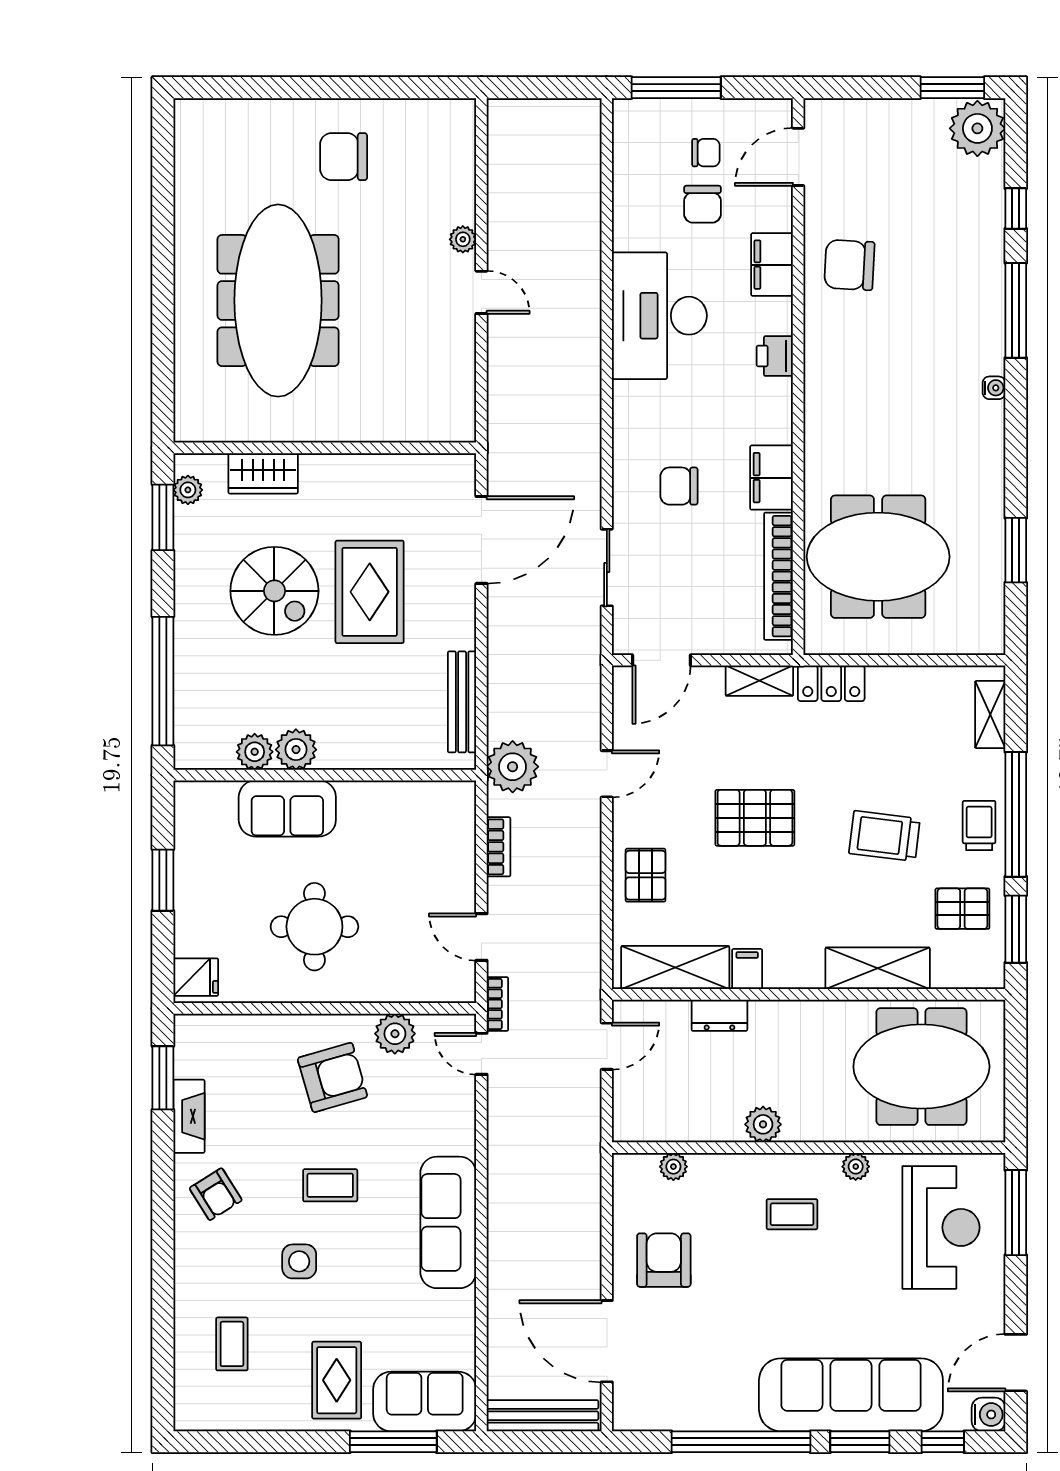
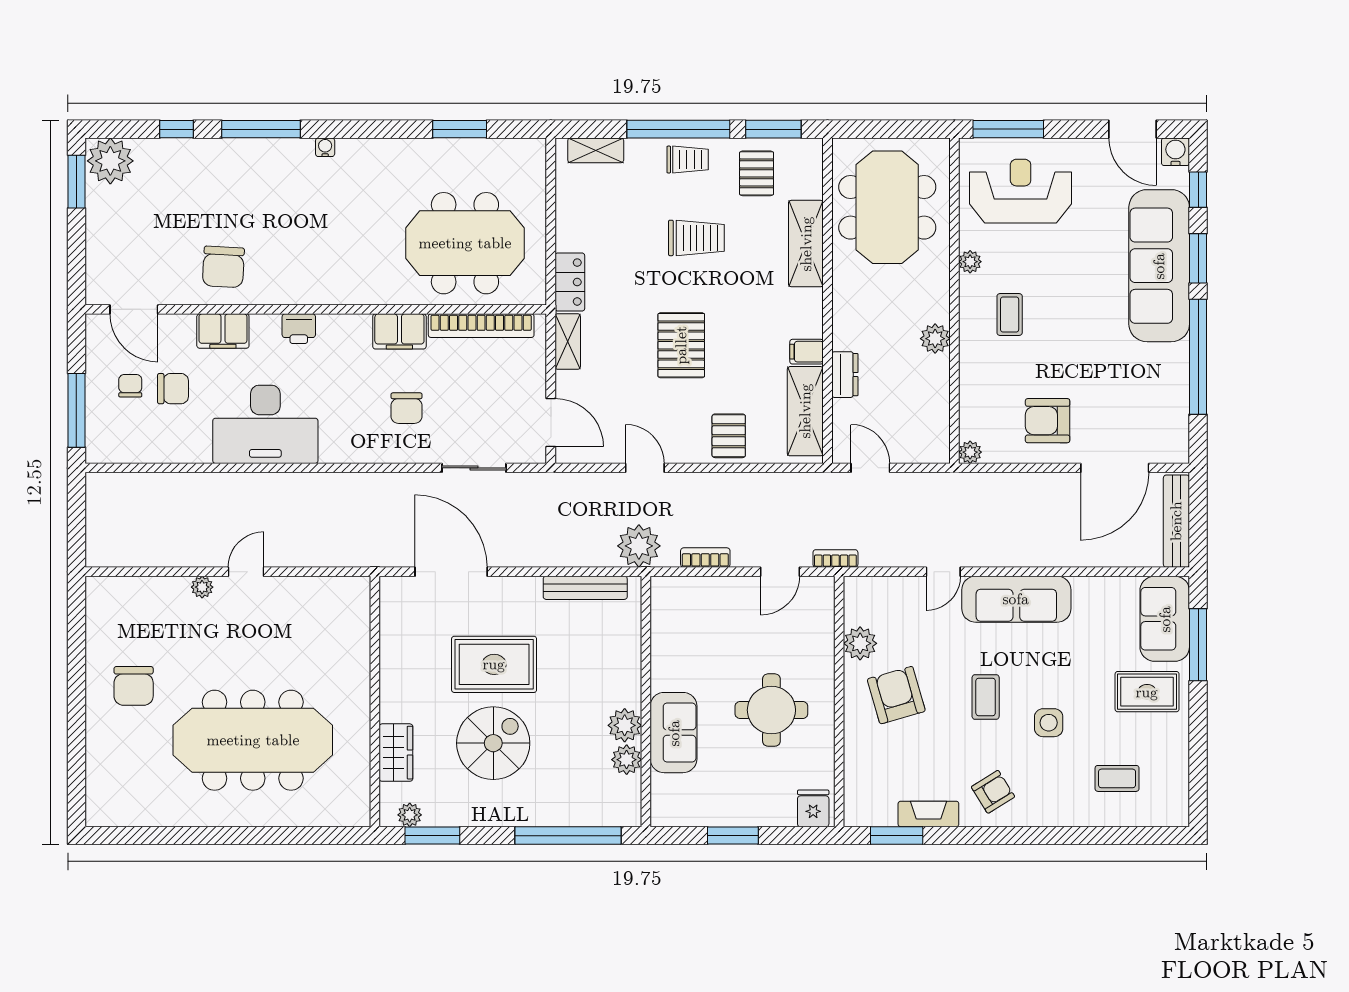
meeting table: (878, 557) -> (465, 243), turned 90
trolley: (979, 826) -> (688, 160), turned 180
trolley: (884, 836) -> (696, 238), turned -97
pallet: (646, 875) -> (729, 436), turned 90
door: (481, 1054) -> (943, 572), moved
plant: (673, 1167) -> (970, 452), moved

